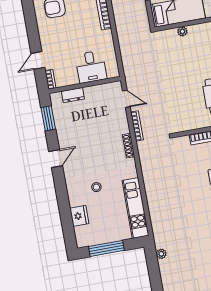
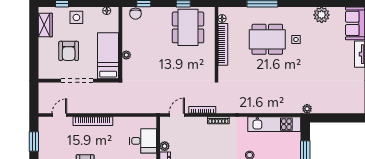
plant: (89, 91) -> (165, 146), added
plant: (161, 254) -> (307, 109), moved

